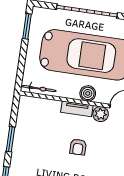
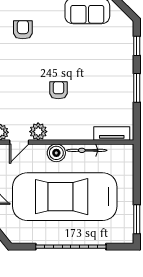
bicycle: (39, 89) -> (87, 150), moved
tv unit: (77, 109) -> (112, 133), moved

